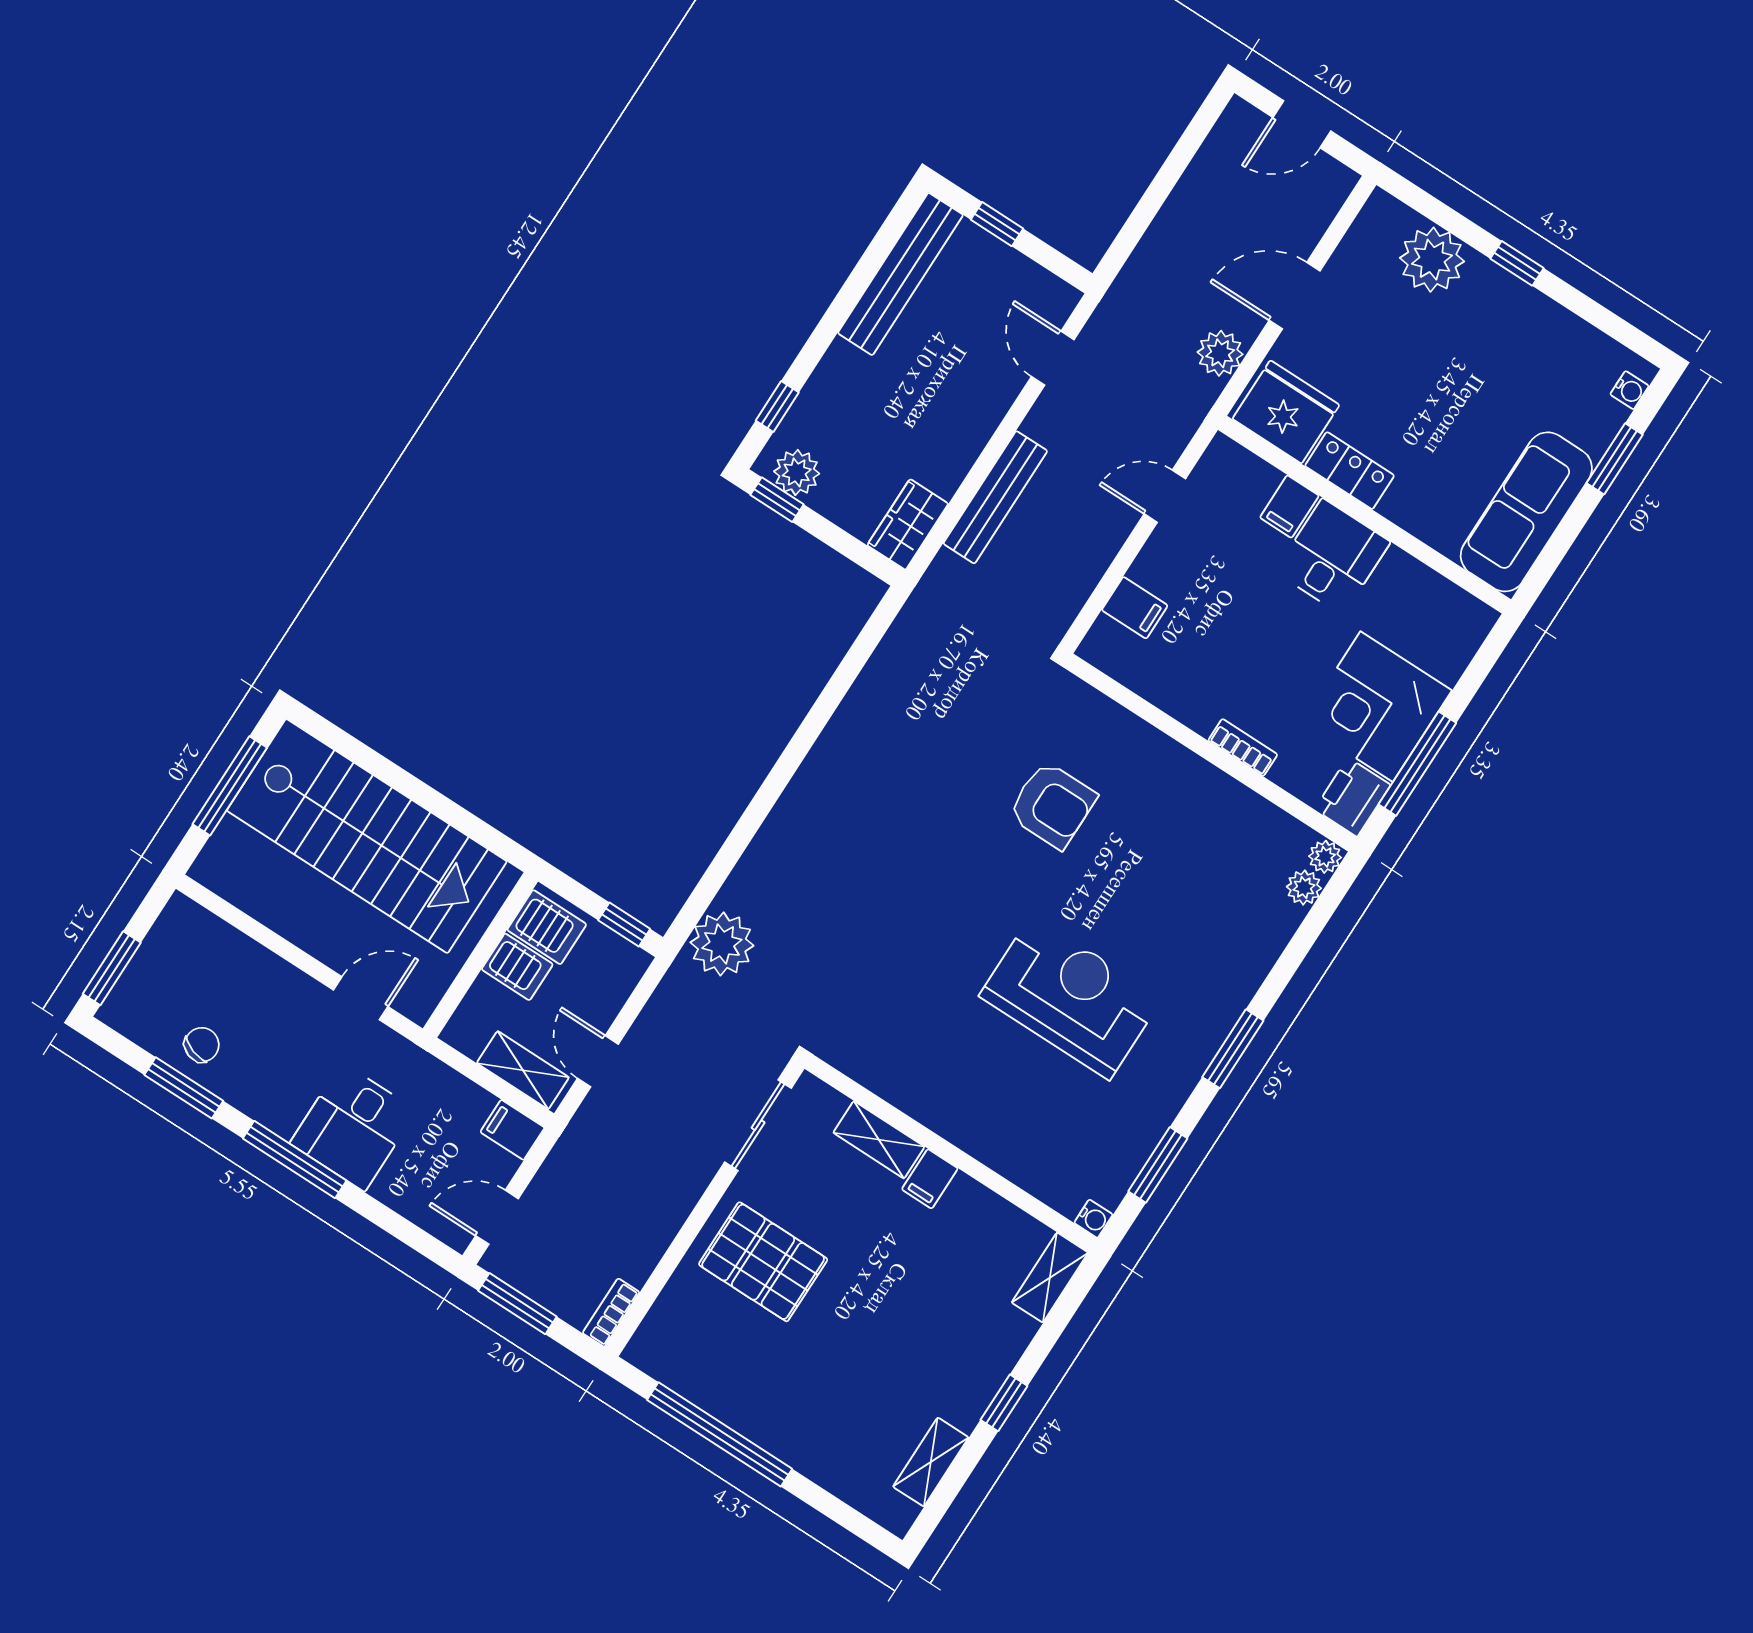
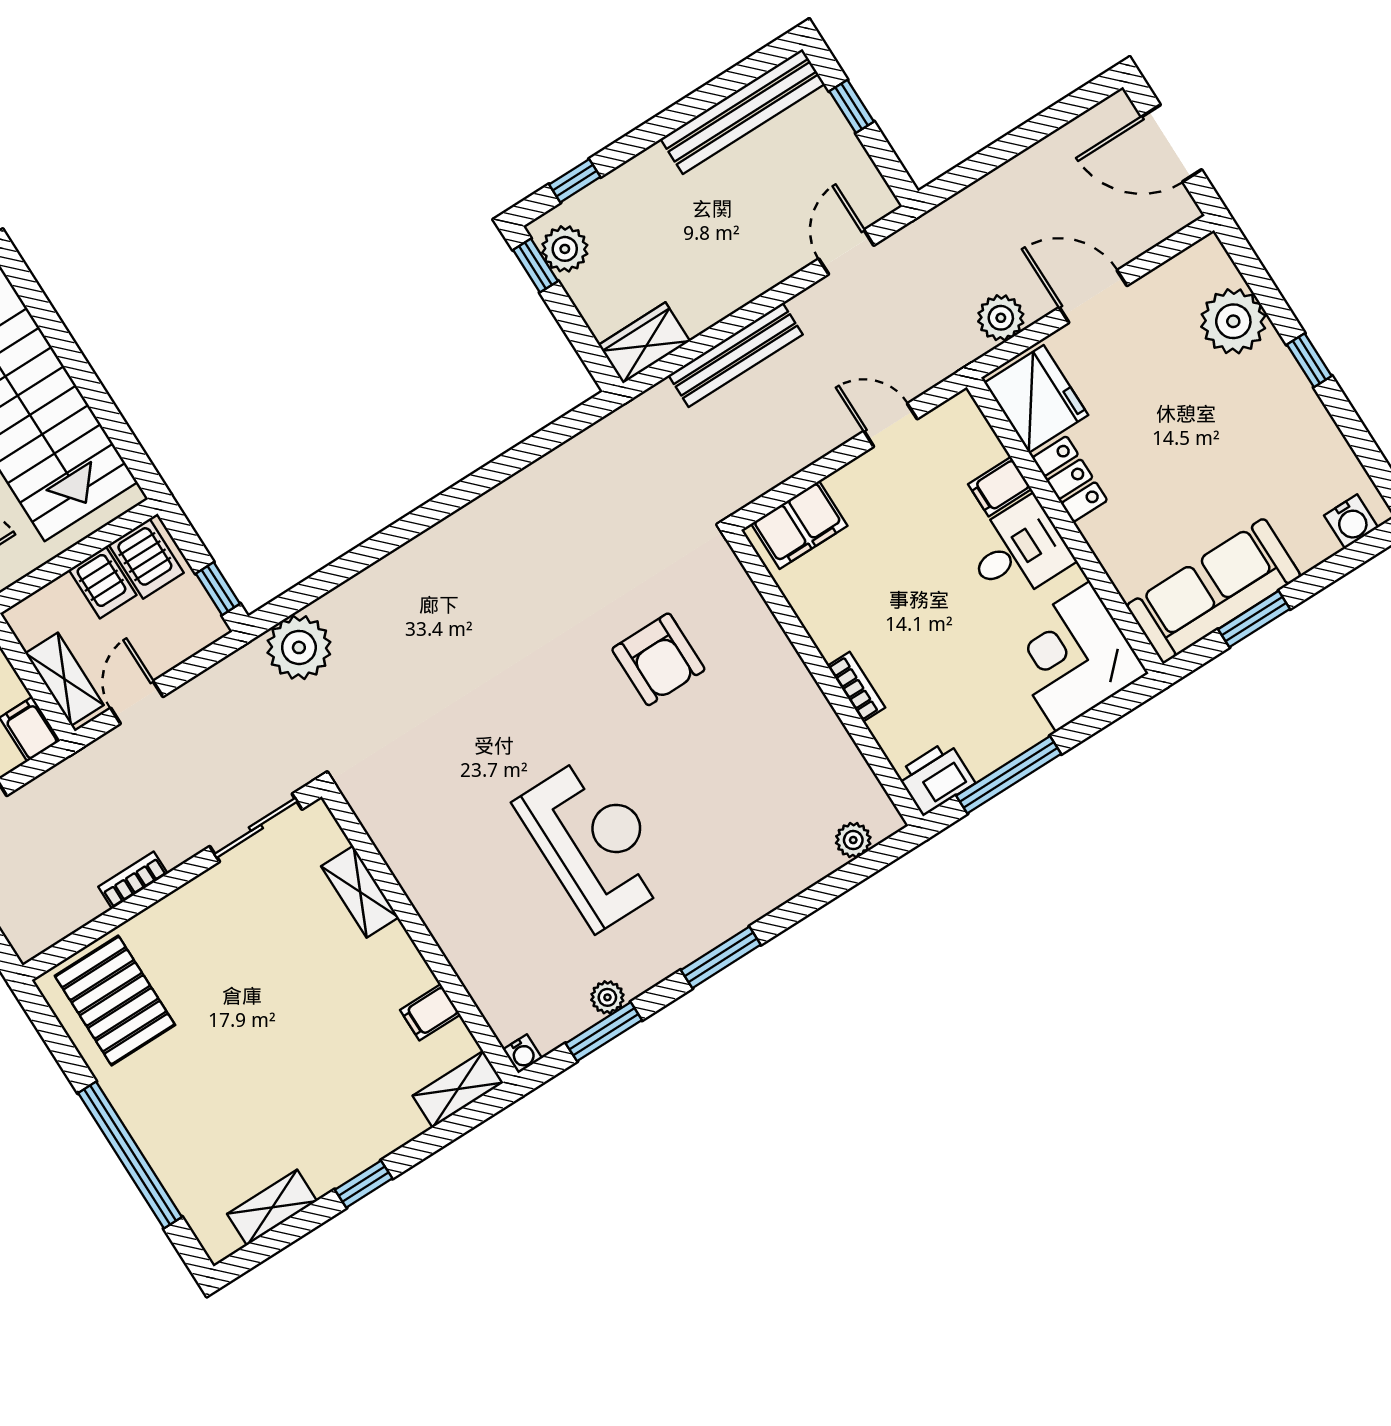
door: (1302, 124) -> (1172, 143), width x1.38
water cooler: (1629, 390) -> (1351, 521), width x1.38, depth x1.38
window: (1615, 459) -> (1254, 619), moved
filing cabinet: (1135, 608) -> (799, 525), width x2.00
corner desk: (1377, 707) -> (1073, 656), moved
plant: (1325, 857) -> (607, 997), moved
filing cabinet: (930, 1179) -> (430, 1012), moved
pallet: (763, 1262) -> (115, 1000), moved
bookcase: (611, 1313) -> (133, 880), moved
window: (720, 1434) -> (130, 1155), moved

